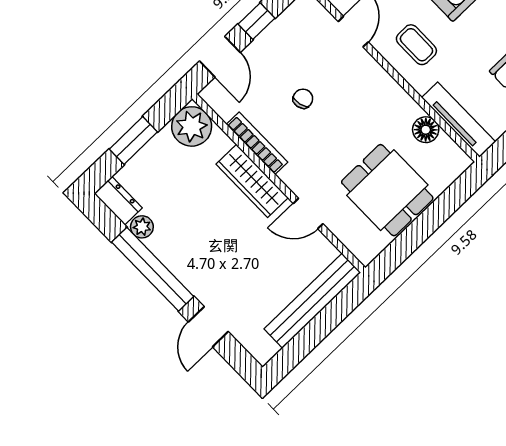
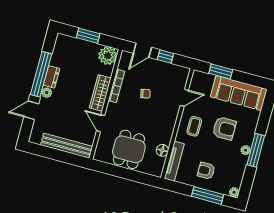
dresser: (118, 201) -> (51, 77), moved
plant: (142, 227) -> (47, 93), moved

